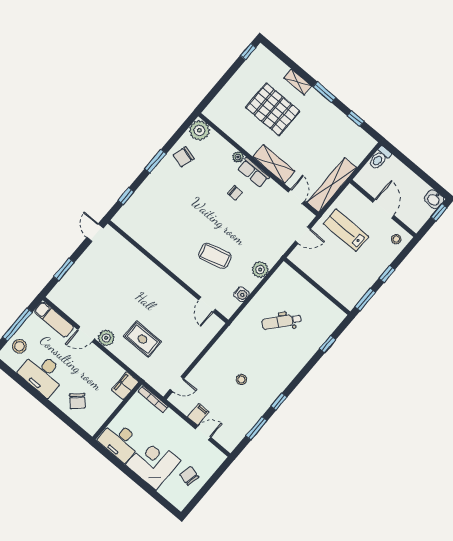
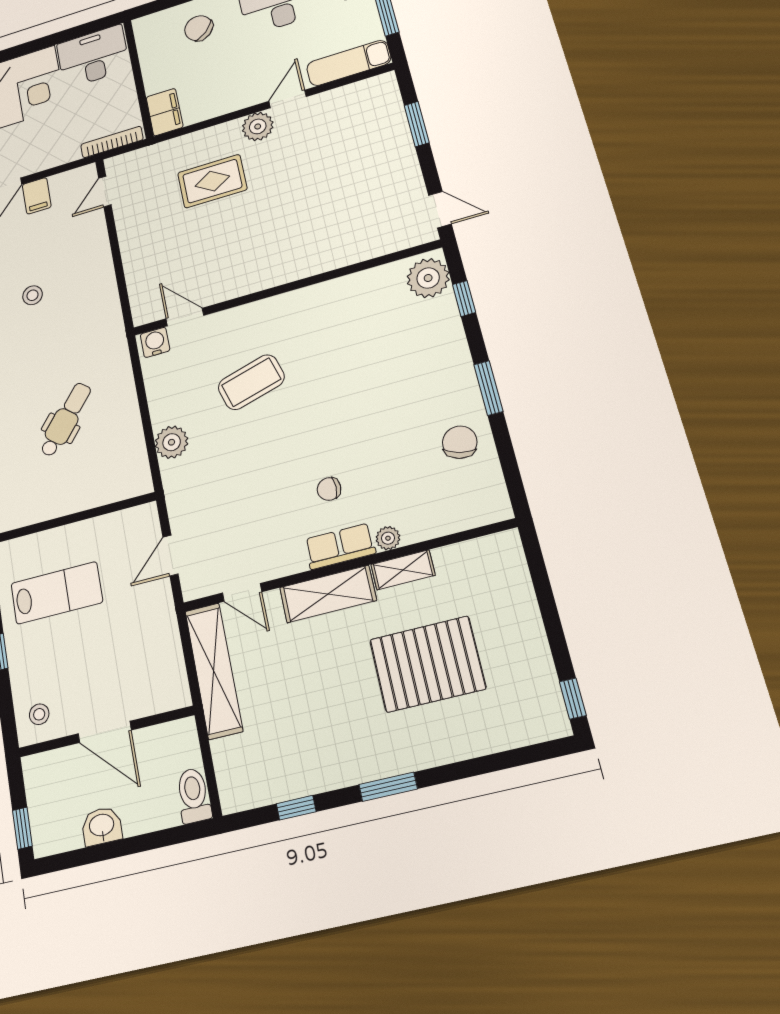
shelving: (298, 82) -> (403, 570), moved
plant: (199, 130) -> (428, 278), moved
washbasin: (434, 199) -> (102, 826), moved
lab bench: (346, 230) -> (57, 593), moved
water cooler: (241, 294) -> (155, 342), moved, turned 90

